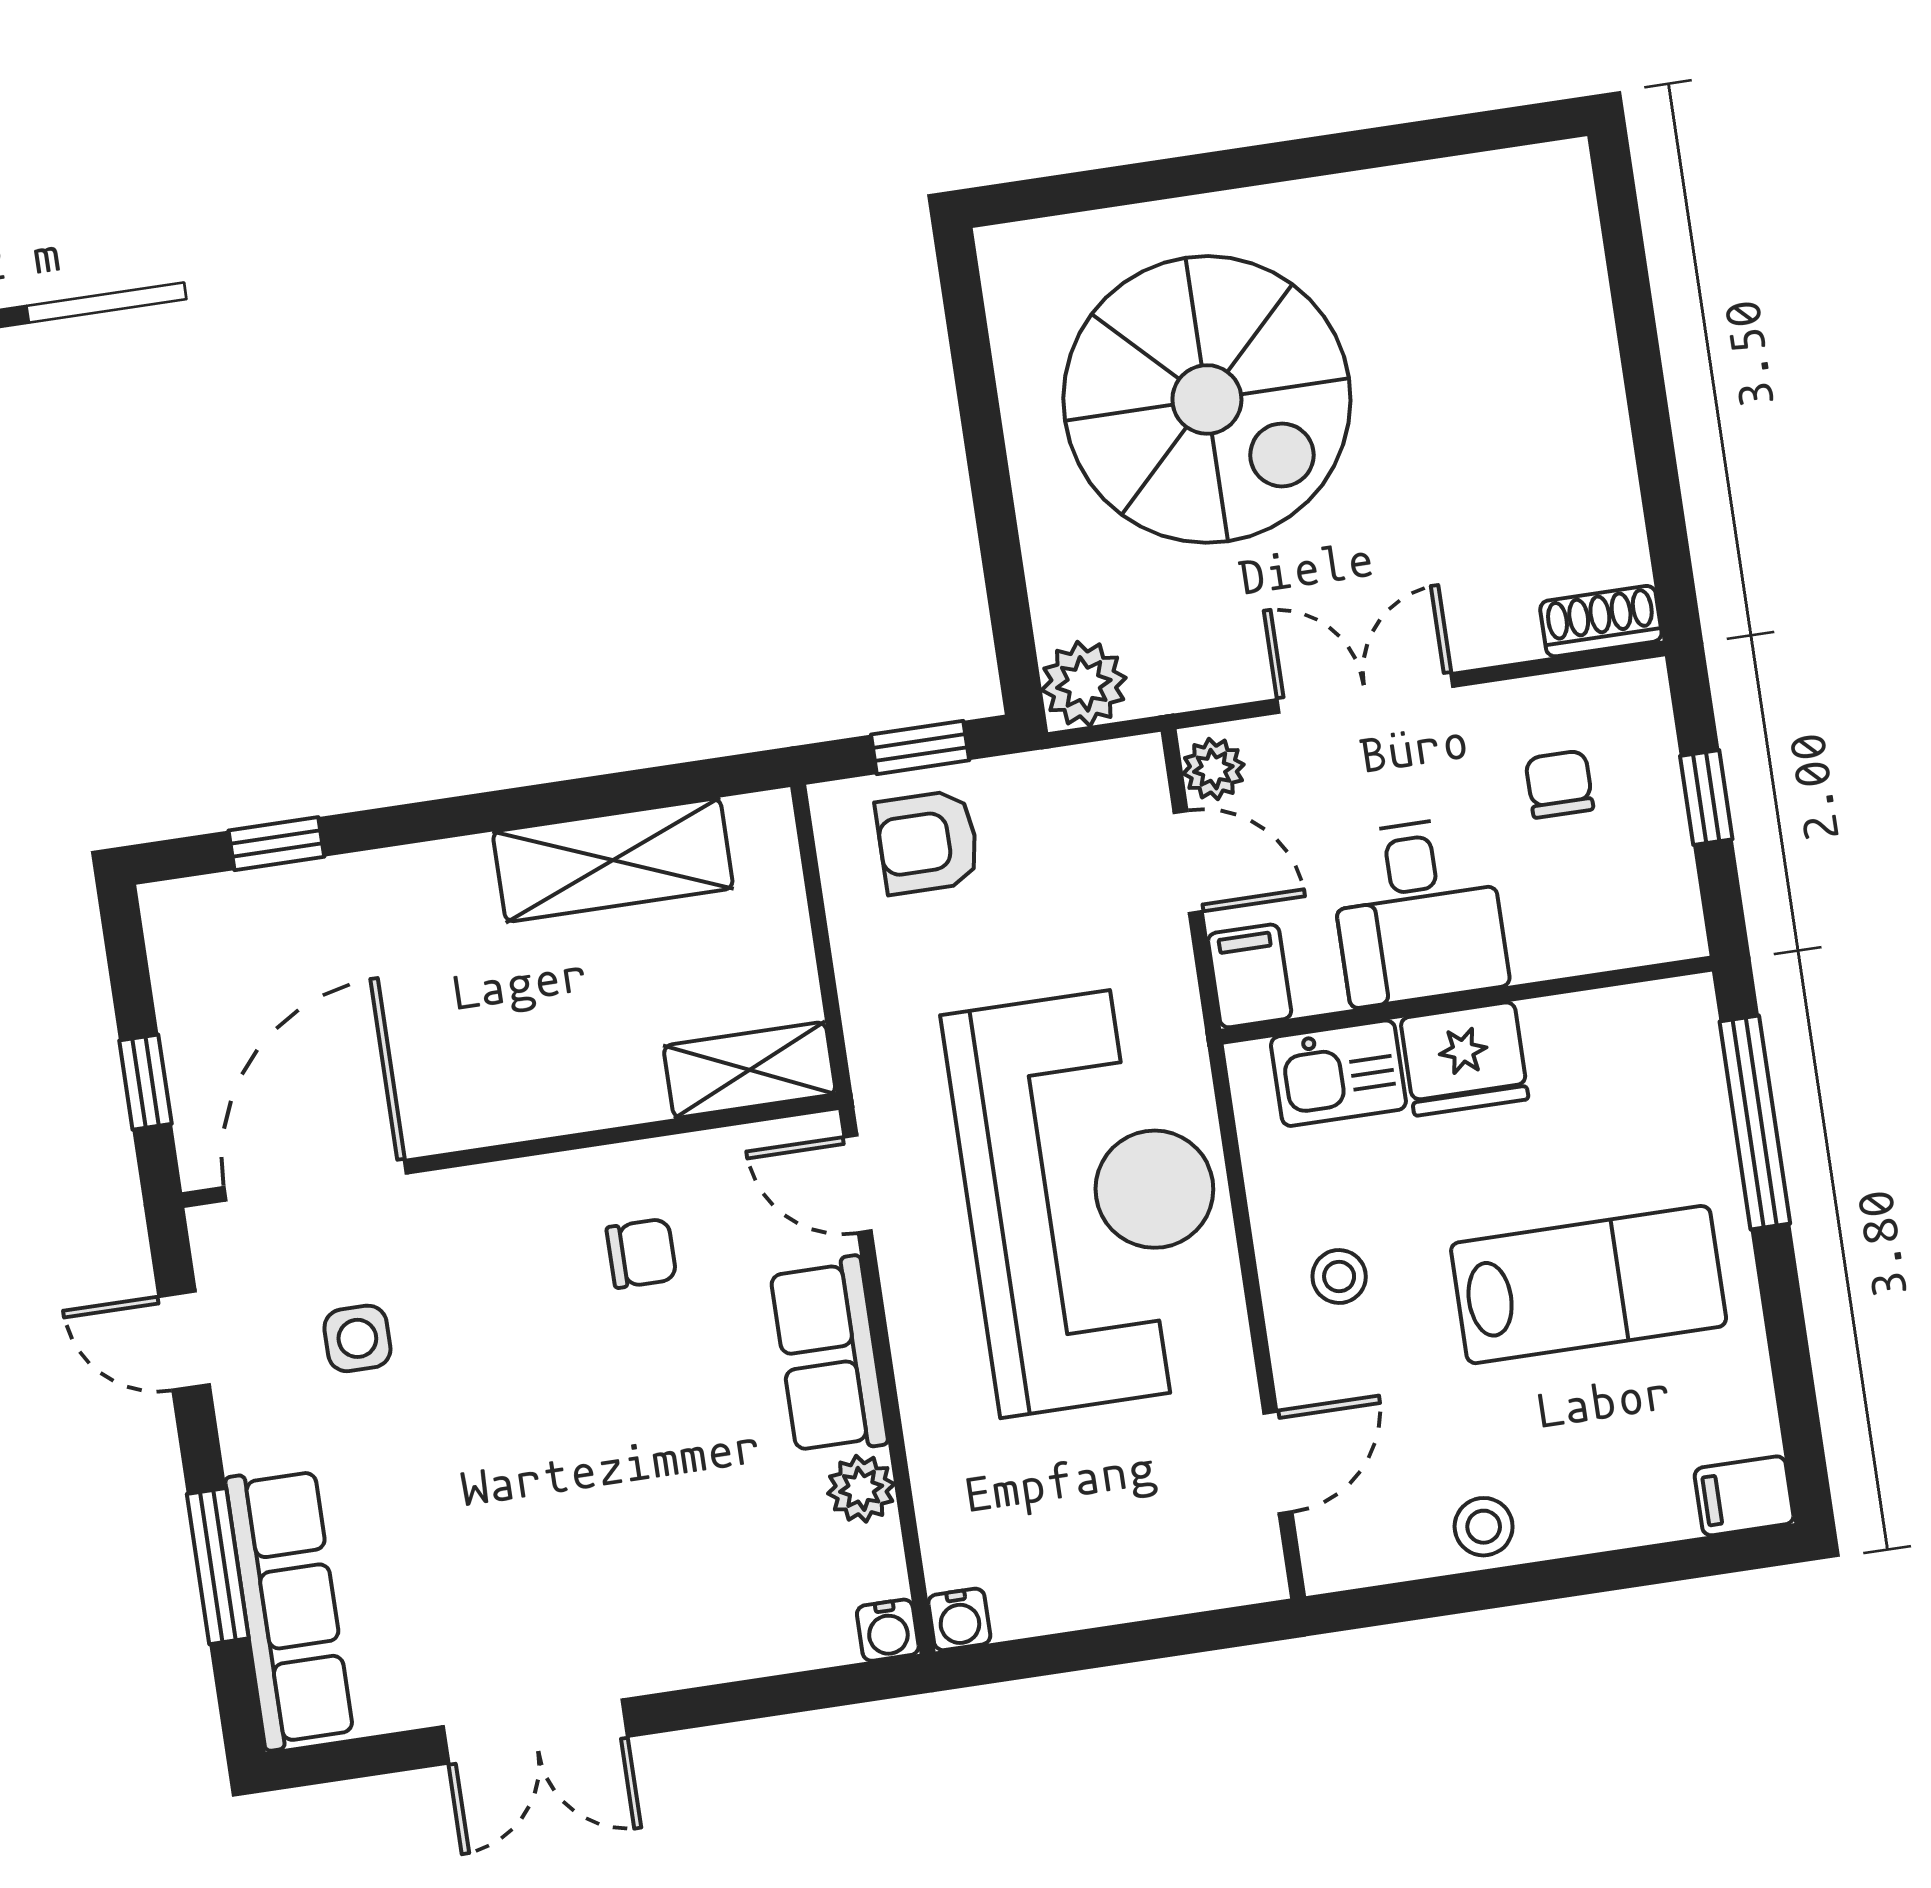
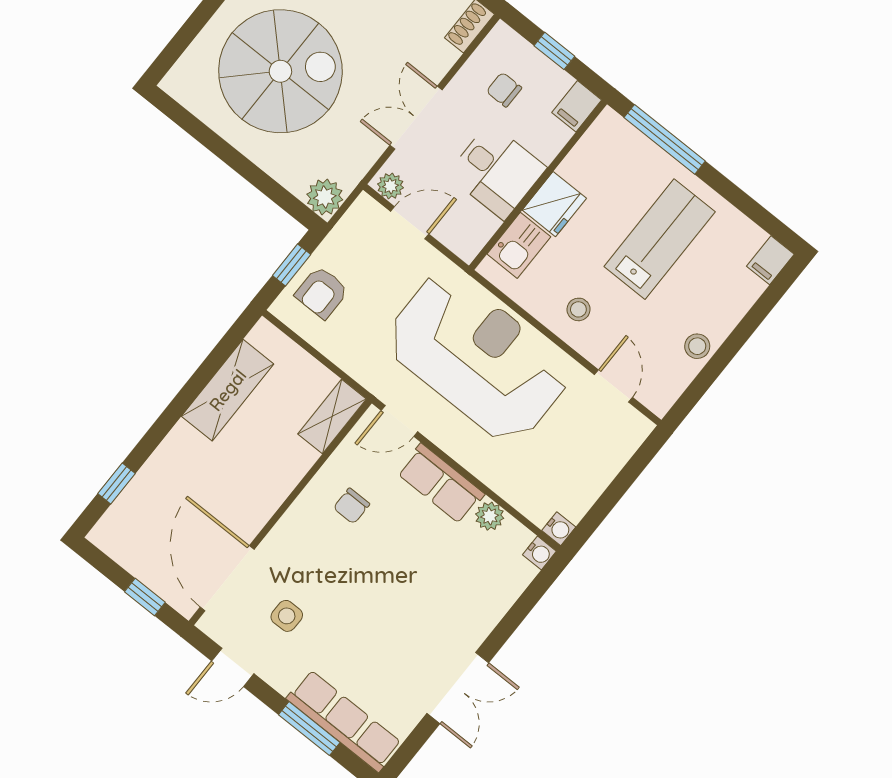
filing cabinet: (1250, 976) -> (577, 106), moved, turned -90
chair: (642, 1253) -> (352, 506), turned 180

